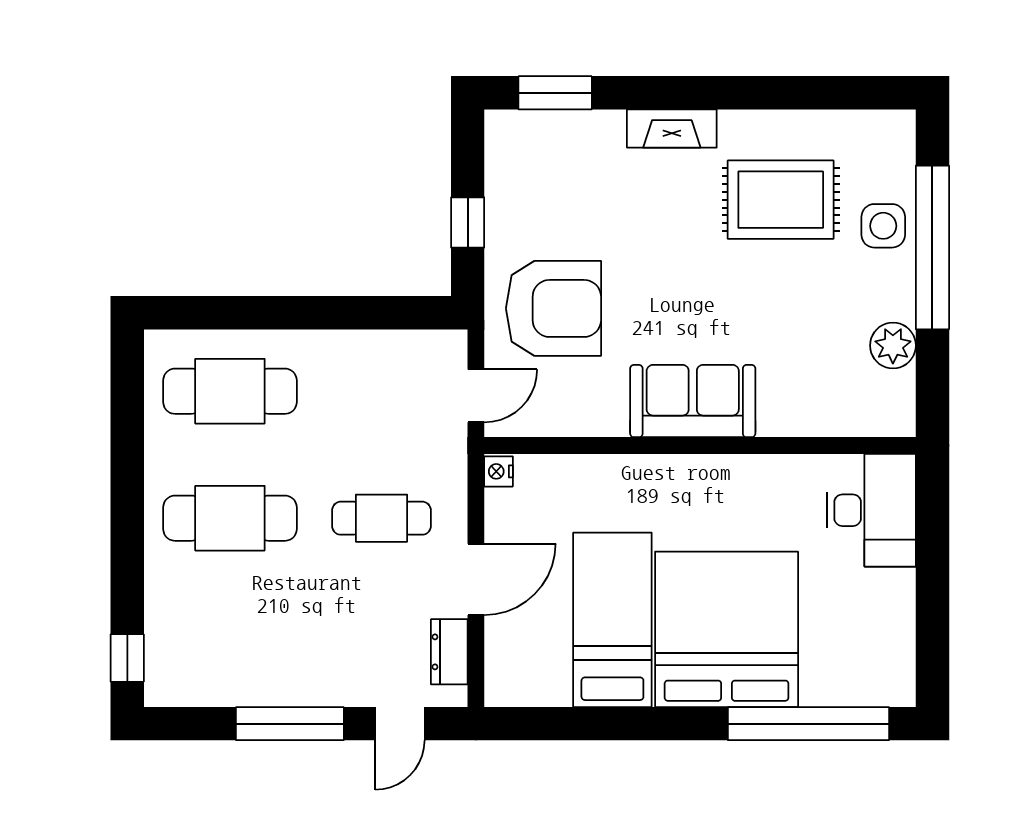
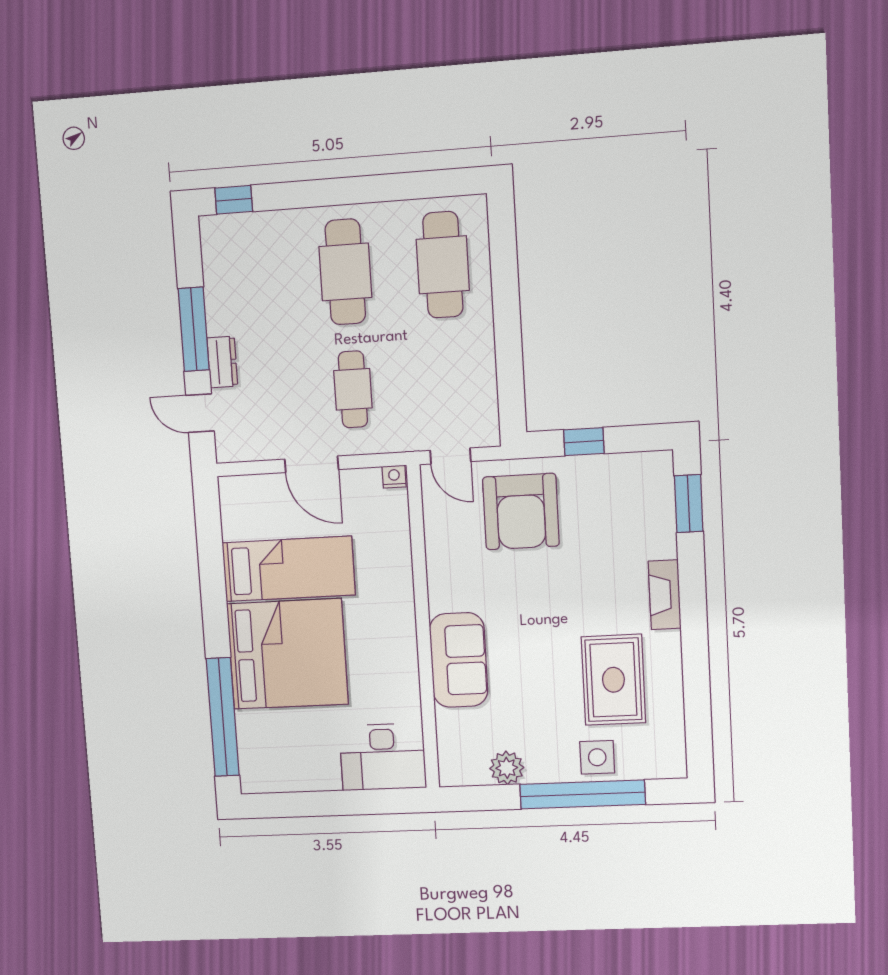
sofa: (693, 401) -> (459, 660), moved
dresser: (449, 652) -> (222, 362), moved, turned 90

